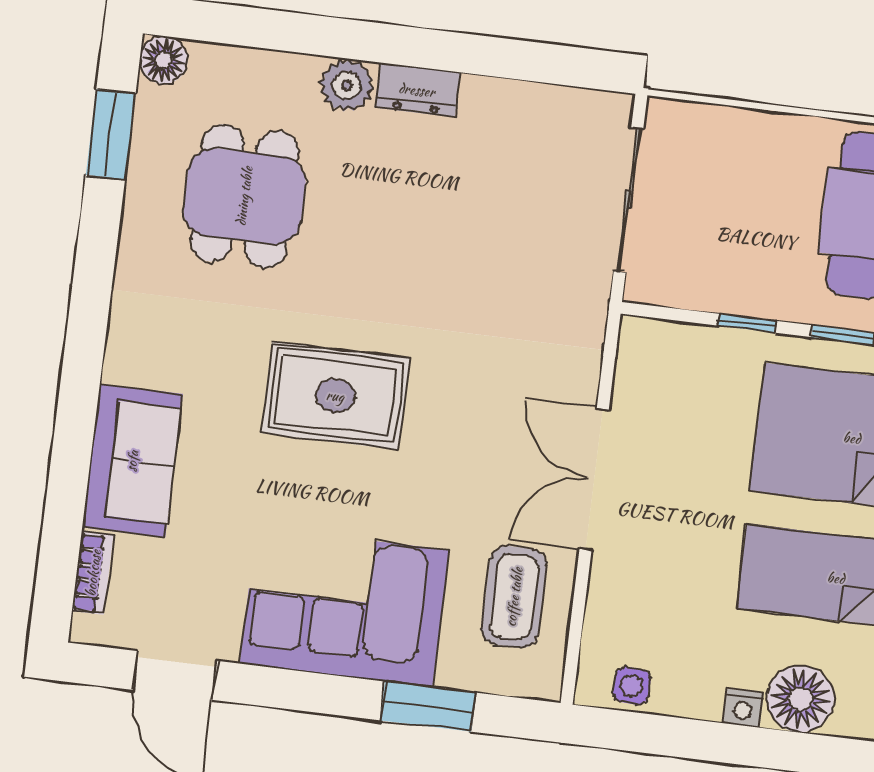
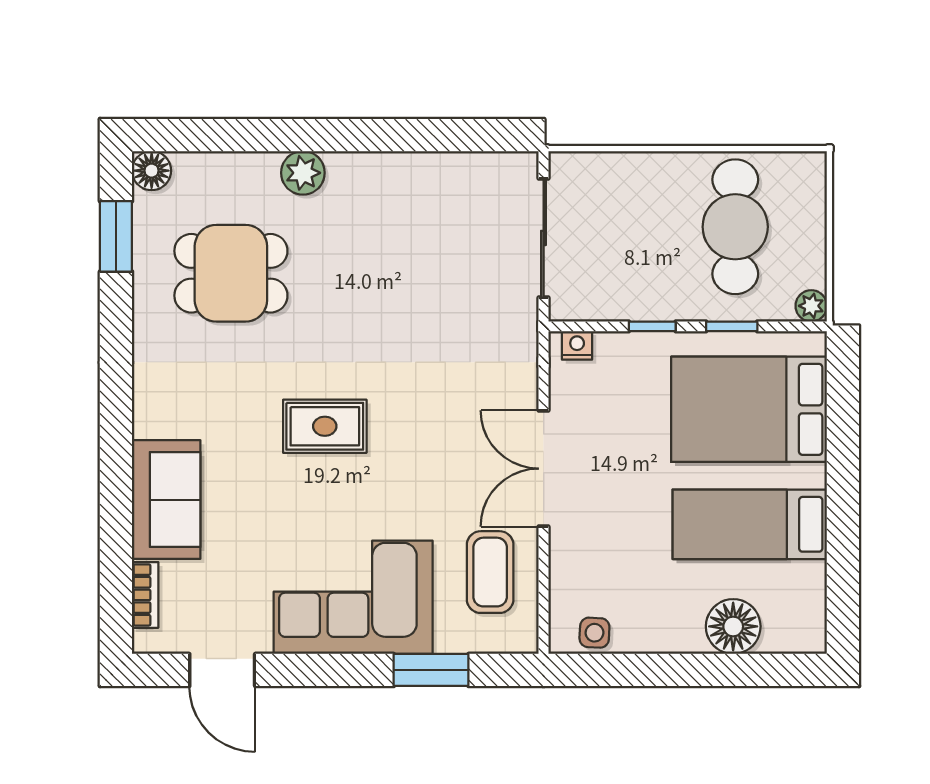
dresser: (417, 90) -> (361, 170), removed
dining table: (244, 196) -> (231, 273), turned 90
rug: (335, 396) -> (325, 426), width x0.73, depth x0.70
nightstand: (743, 708) -> (577, 345), moved, turned 180

